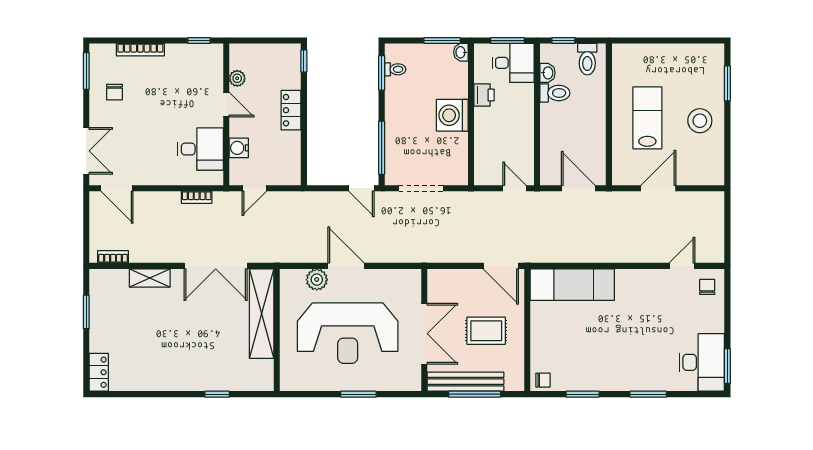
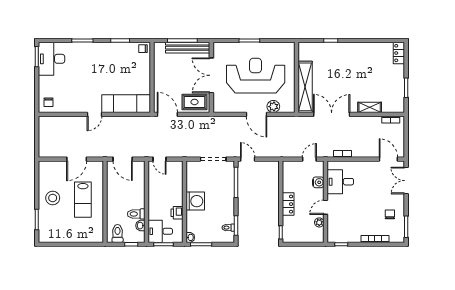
door: (226, 104) -> (326, 207), hinge flipped
door: (682, 266) -> (94, 114), moved
rug: (486, 331) -> (194, 102), moved

